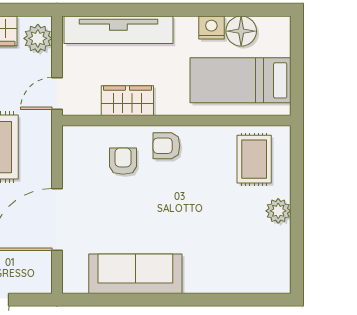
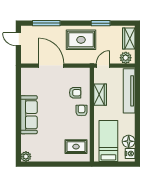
nightstand: (211, 28) -> (130, 154), moved
door: (57, 93) -> (103, 66), hinge flipped
plant: (278, 211) -> (26, 157), moved
sofa: (135, 274) -> (29, 115), moved

